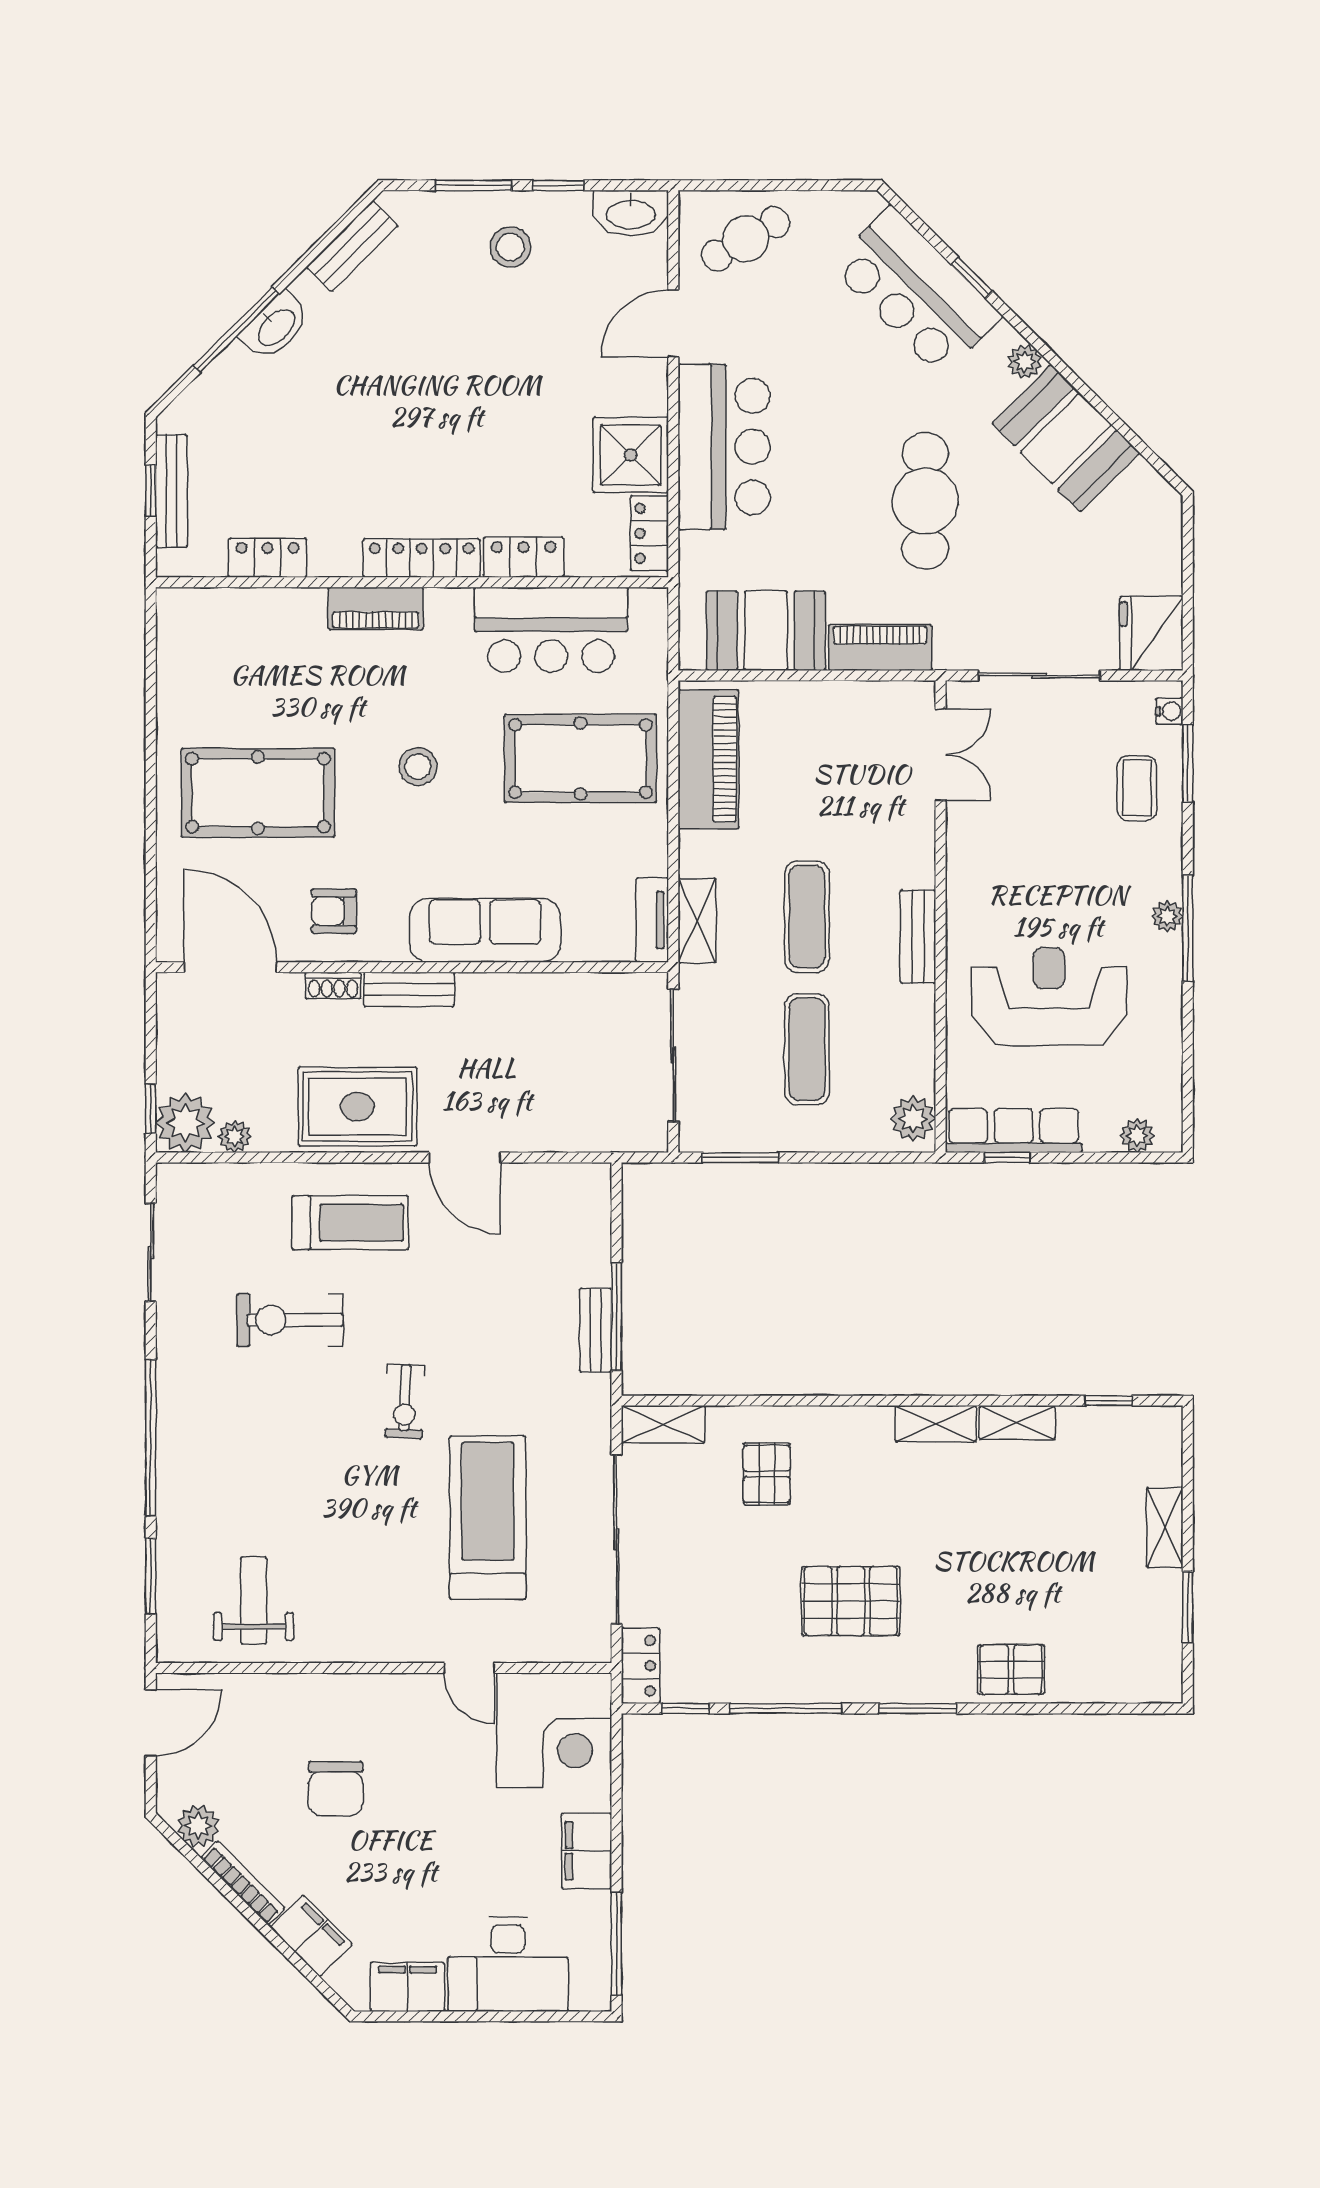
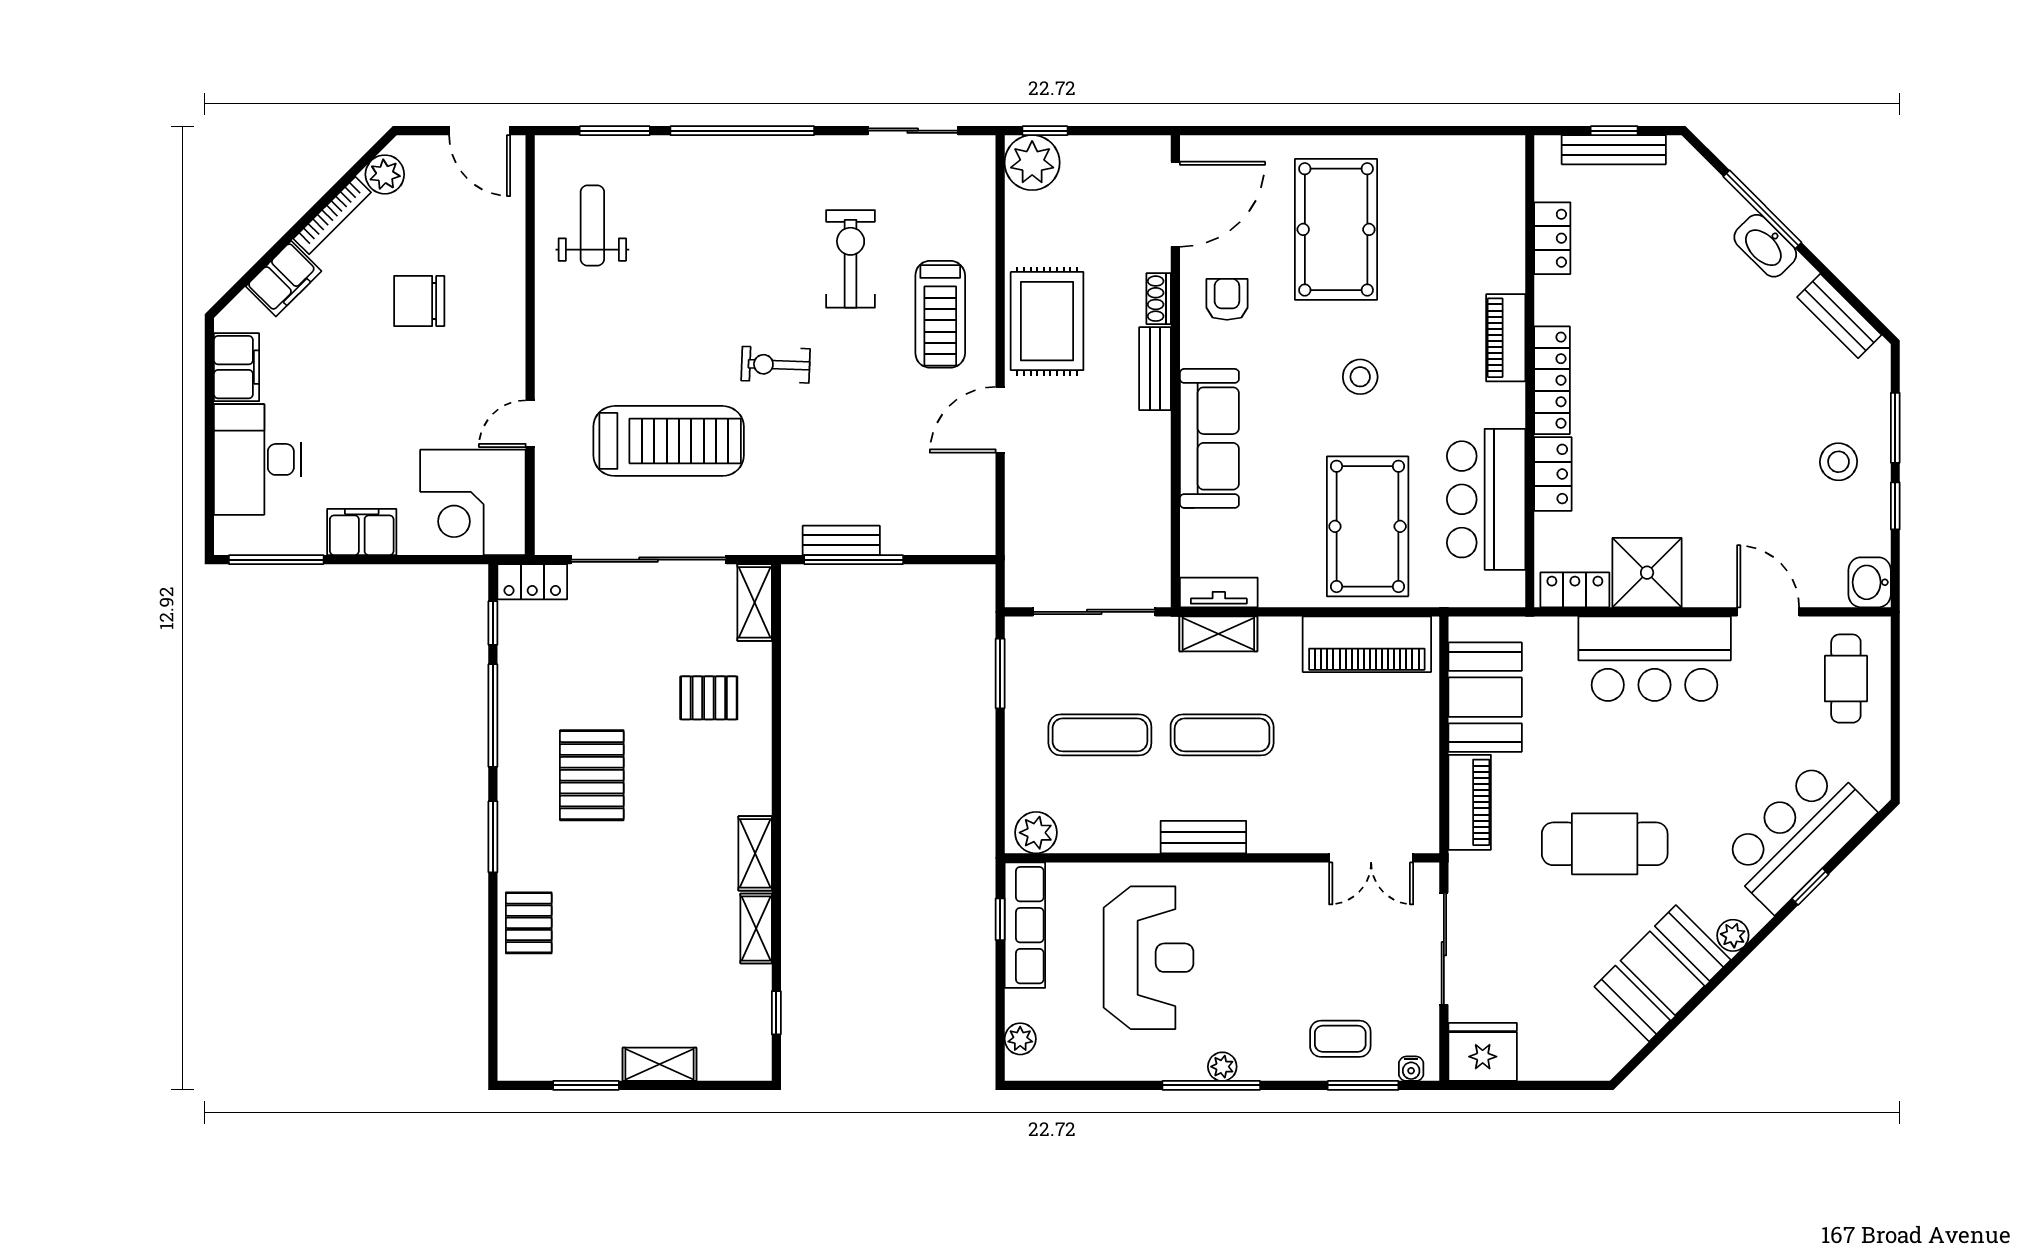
washbasin: (631, 213) -> (1870, 582), width x0.72
cafe table: (746, 239) -> (1846, 679), turned 30
plant: (235, 1137) -> (1019, 208), removed
weight bench: (254, 1600) -> (592, 225), turned -90

